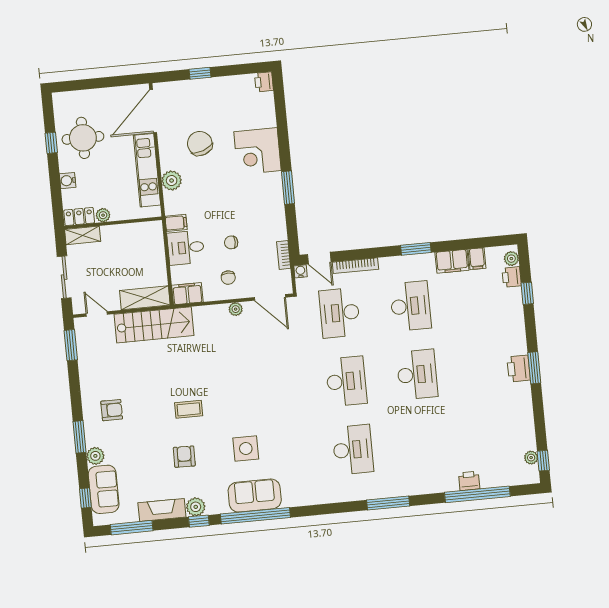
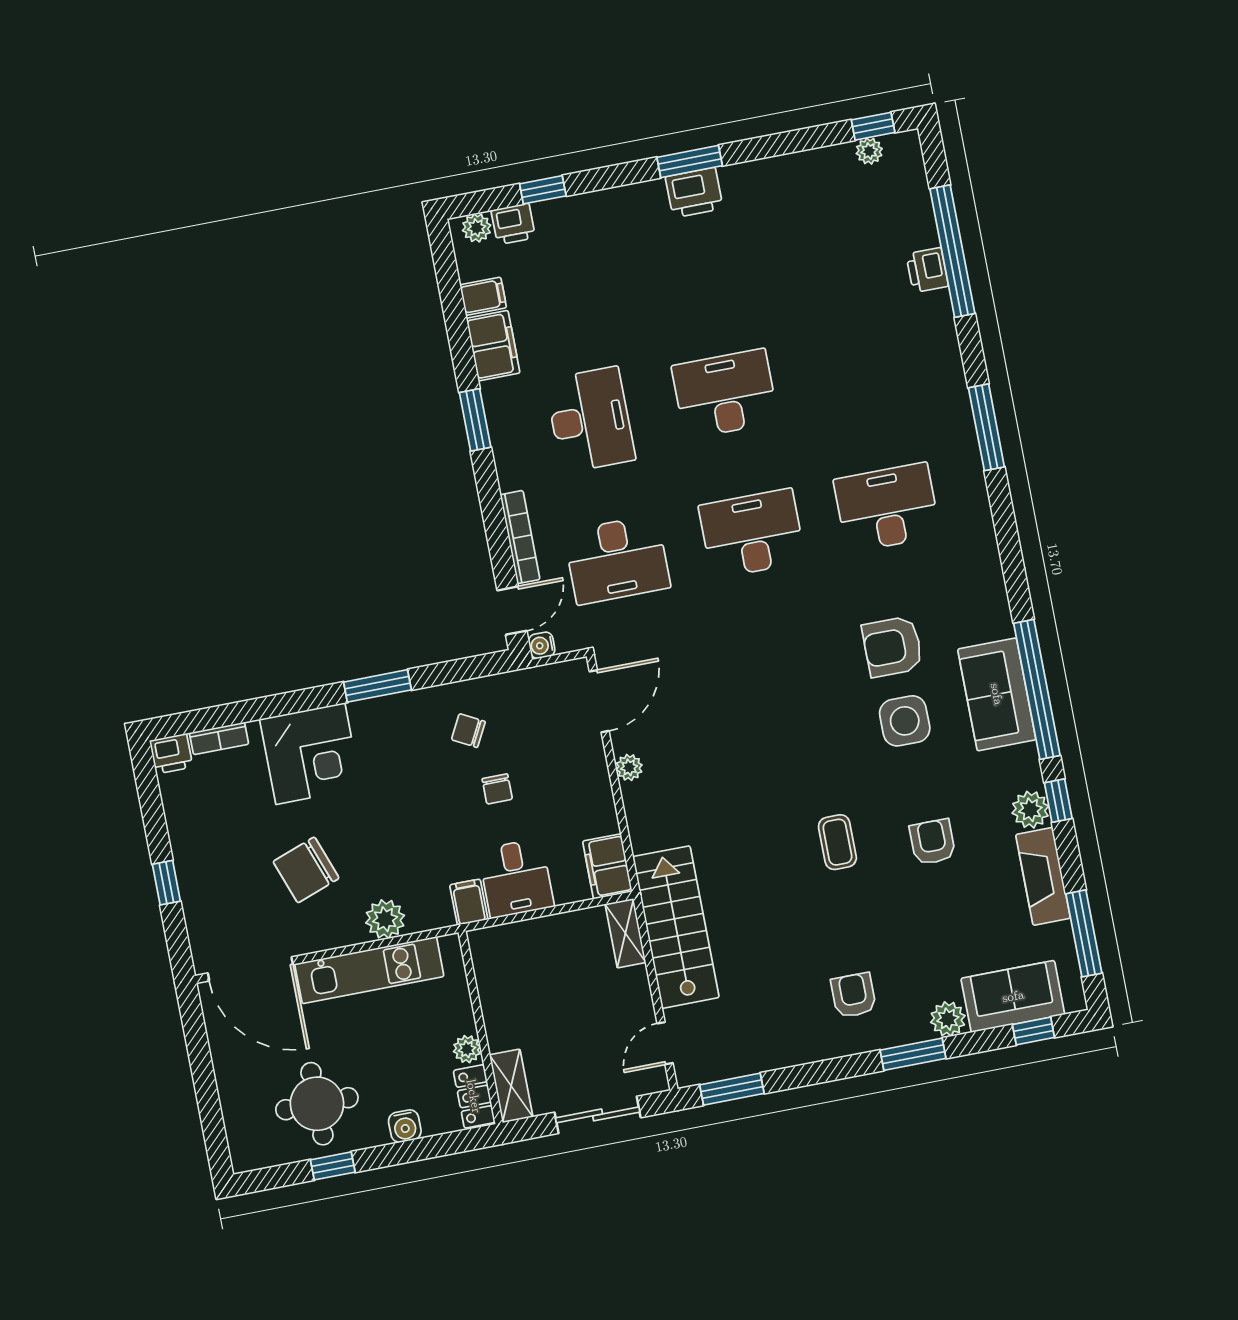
bookcase: (284, 255) -> (219, 738), moved
chair: (228, 278) -> (468, 731), moved, turned -152
shelving: (145, 298) -> (625, 933), width x0.67, depth x0.75
desk: (410, 306) -> (590, 420), turned 90
armchair: (283, 446) -> (892, 647), added
armchair: (184, 457) -> (932, 842), turned 89

